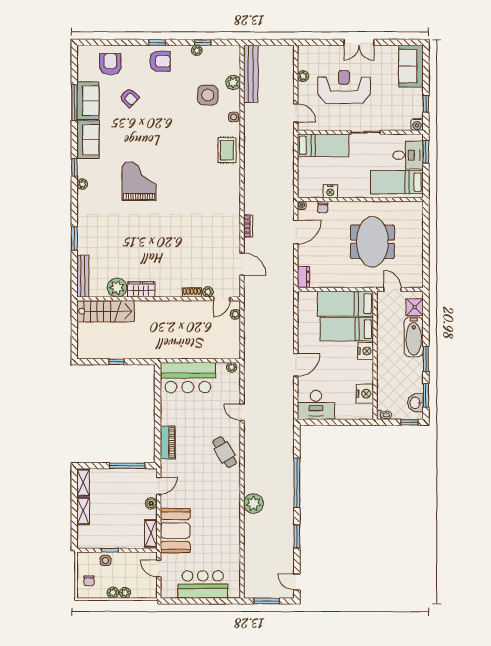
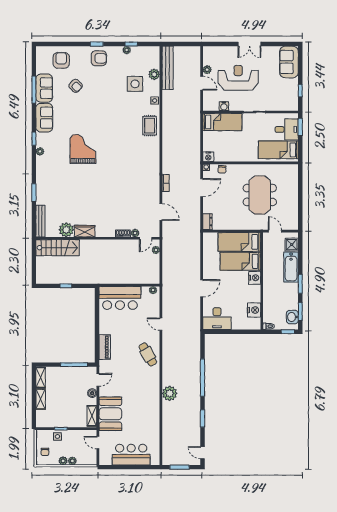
door: (296, 113) -> (202, 83), moved
water cooler: (417, 124) -> (224, 106), moved
nightstand: (330, 191) -> (208, 157), moved

